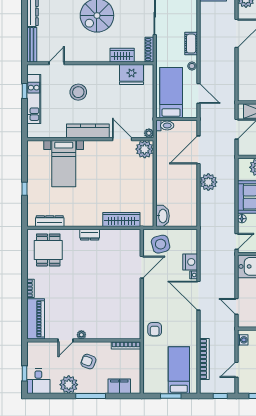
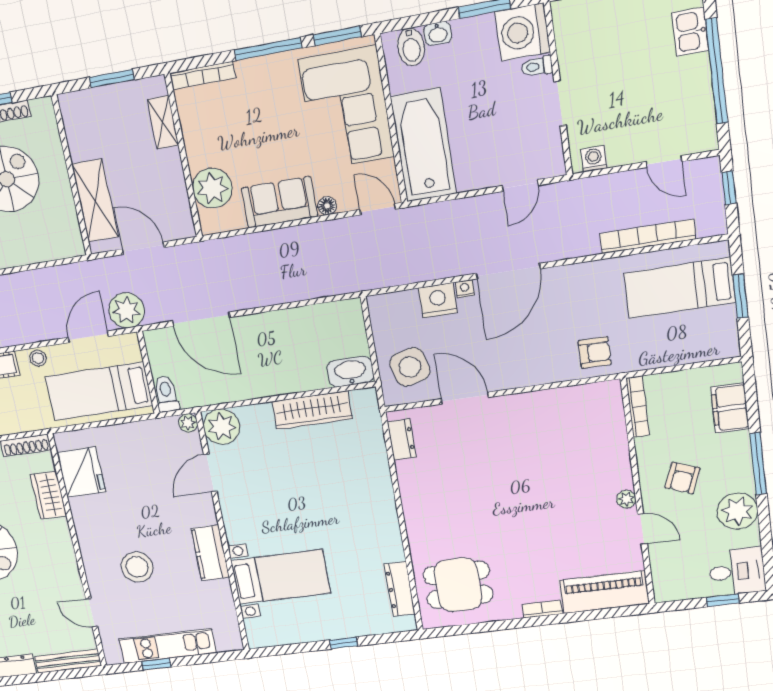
kitchen counter: (88, 131) -> (210, 553), width x0.67
plant: (208, 182) -> (127, 310), moved
wardrobe: (121, 220) -> (312, 410), moved, turned -90
dresser: (90, 235) -> (402, 439), moved

